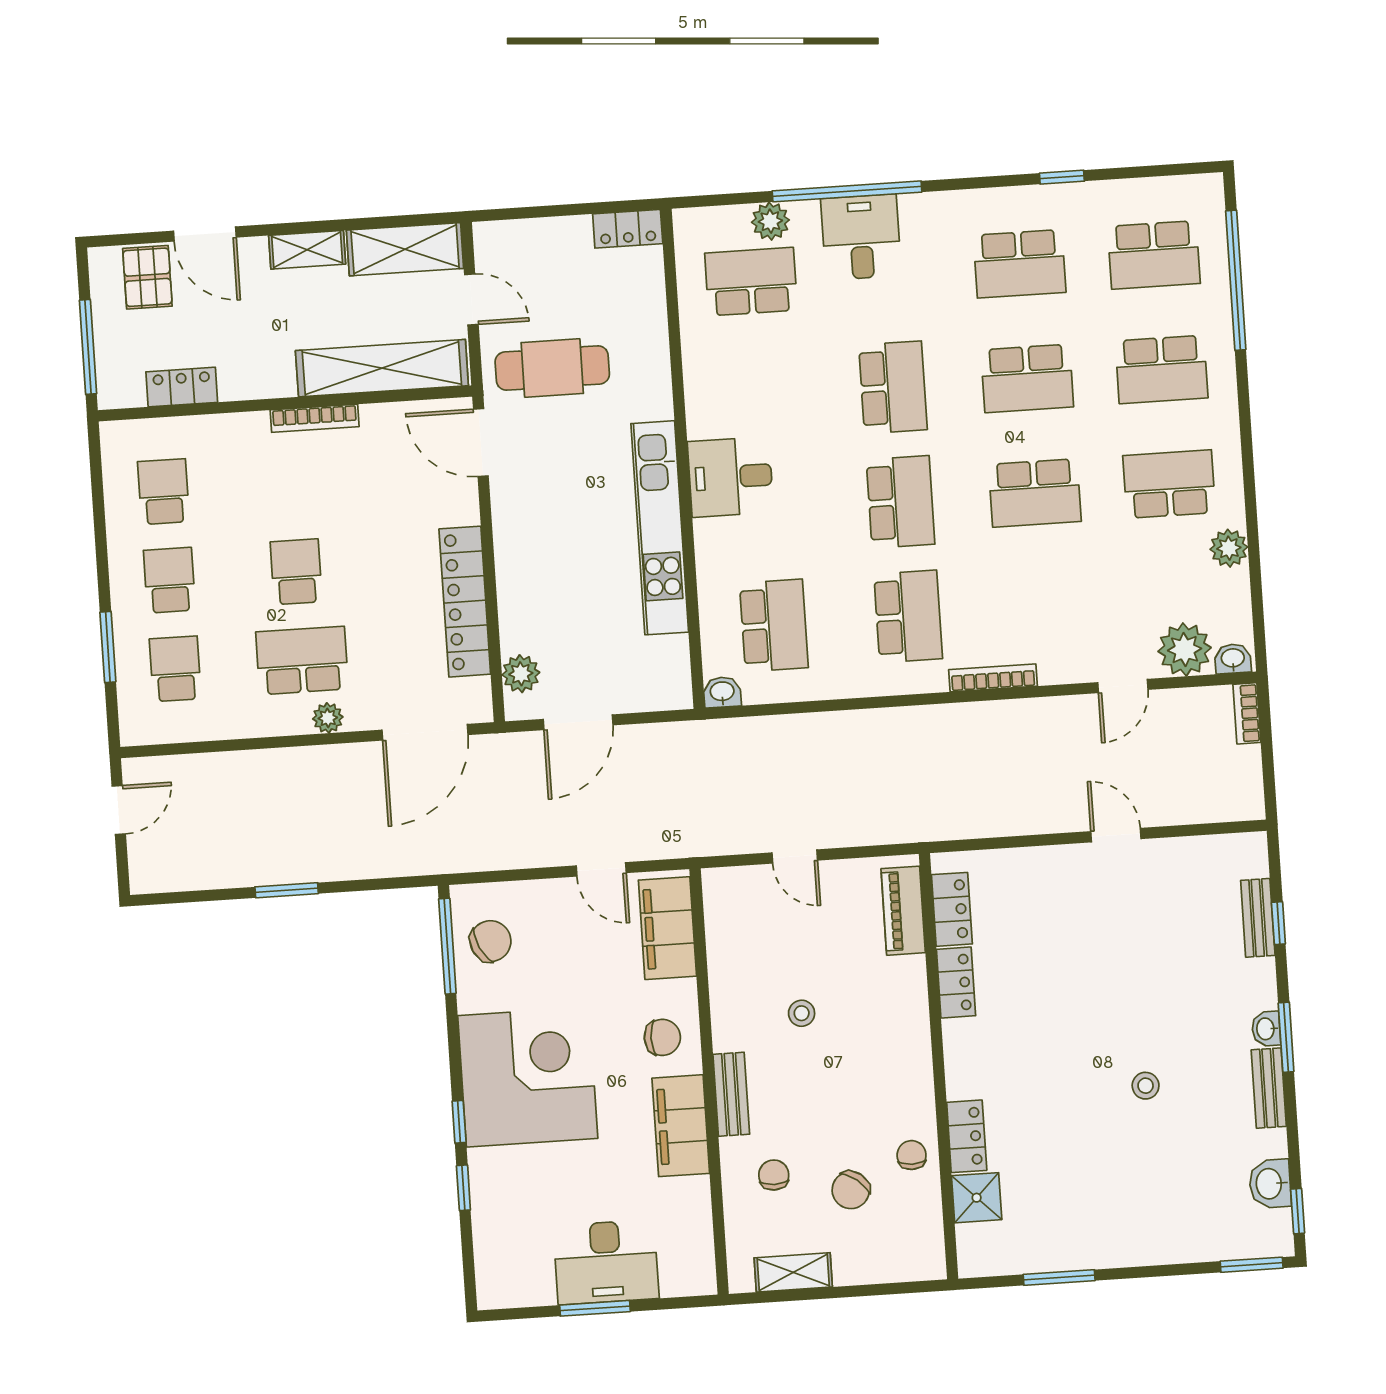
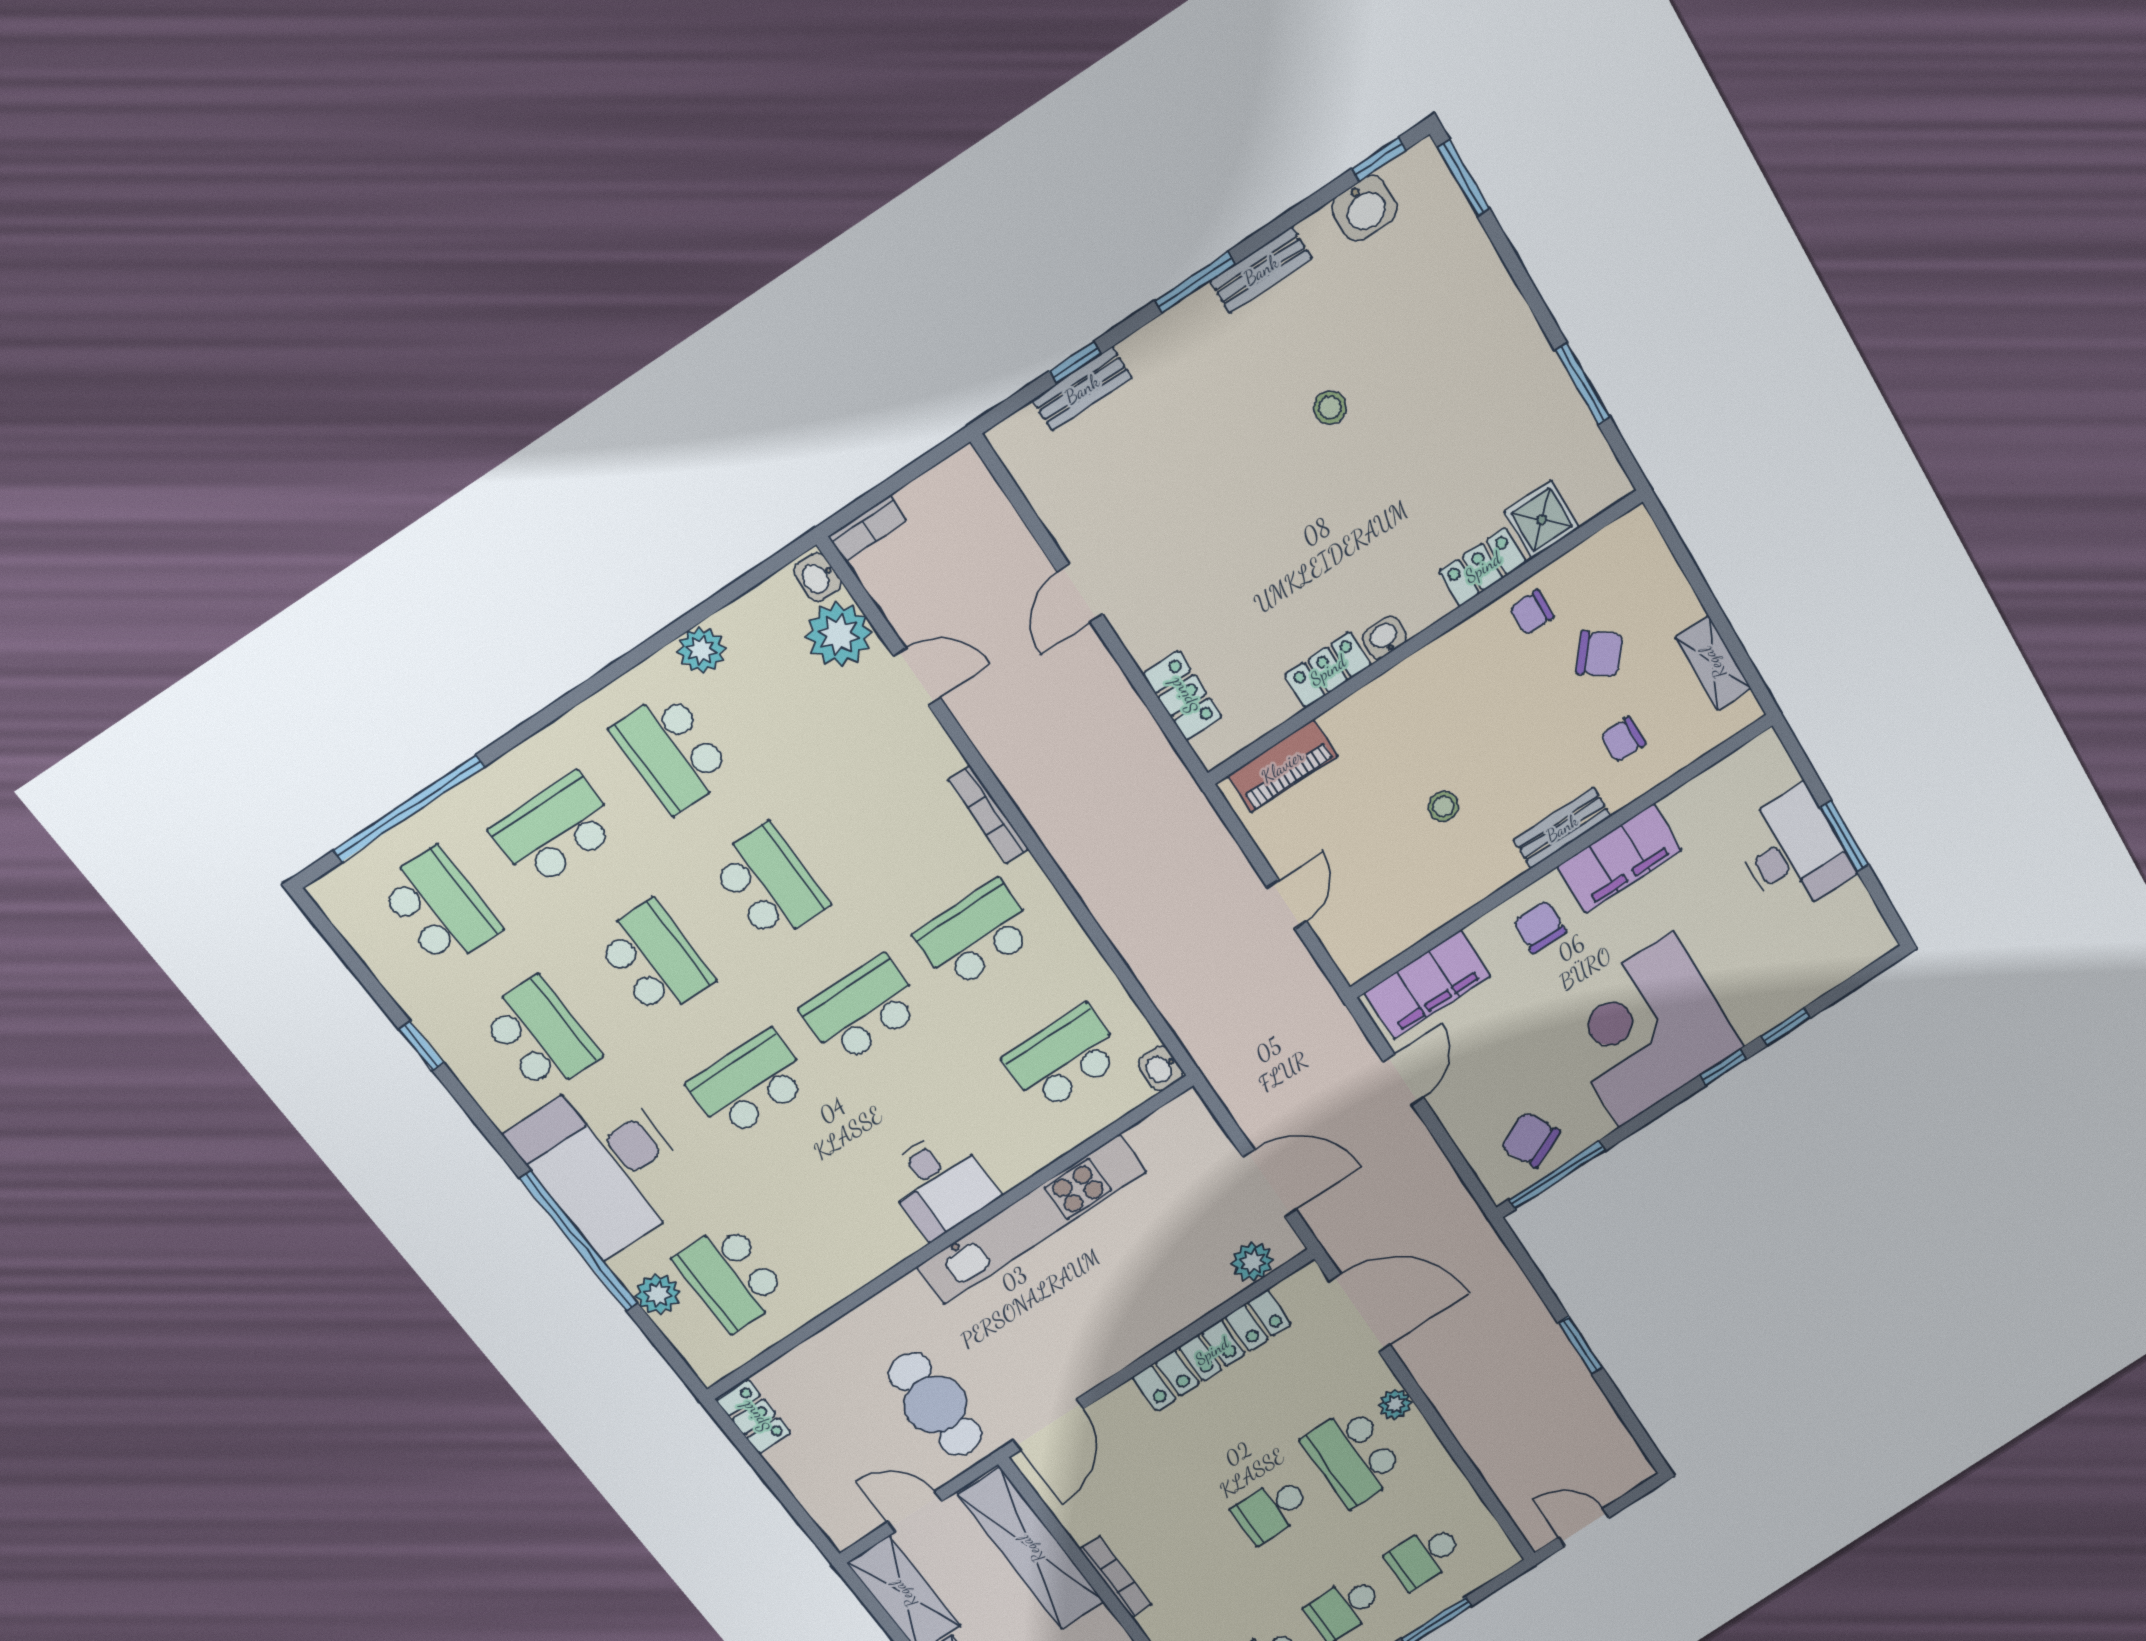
desk: (861, 237) -> (605, 1164), width x1.87, depth x1.30
door: (471, 300) -> (915, 1512), hinge flipped
school desk: (1162, 369) -> (556, 830), turned -90
locker: (952, 909) -> (1182, 696), moved, turned 90
washbasin: (1266, 1029) -> (1385, 637), moved, turned 180

